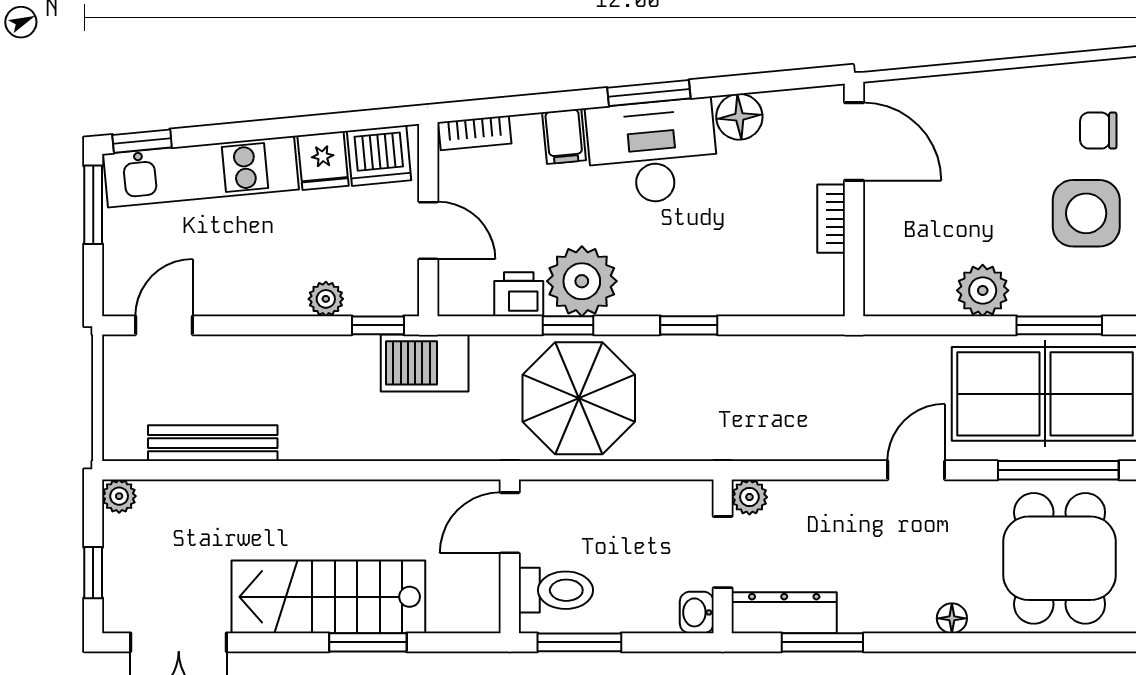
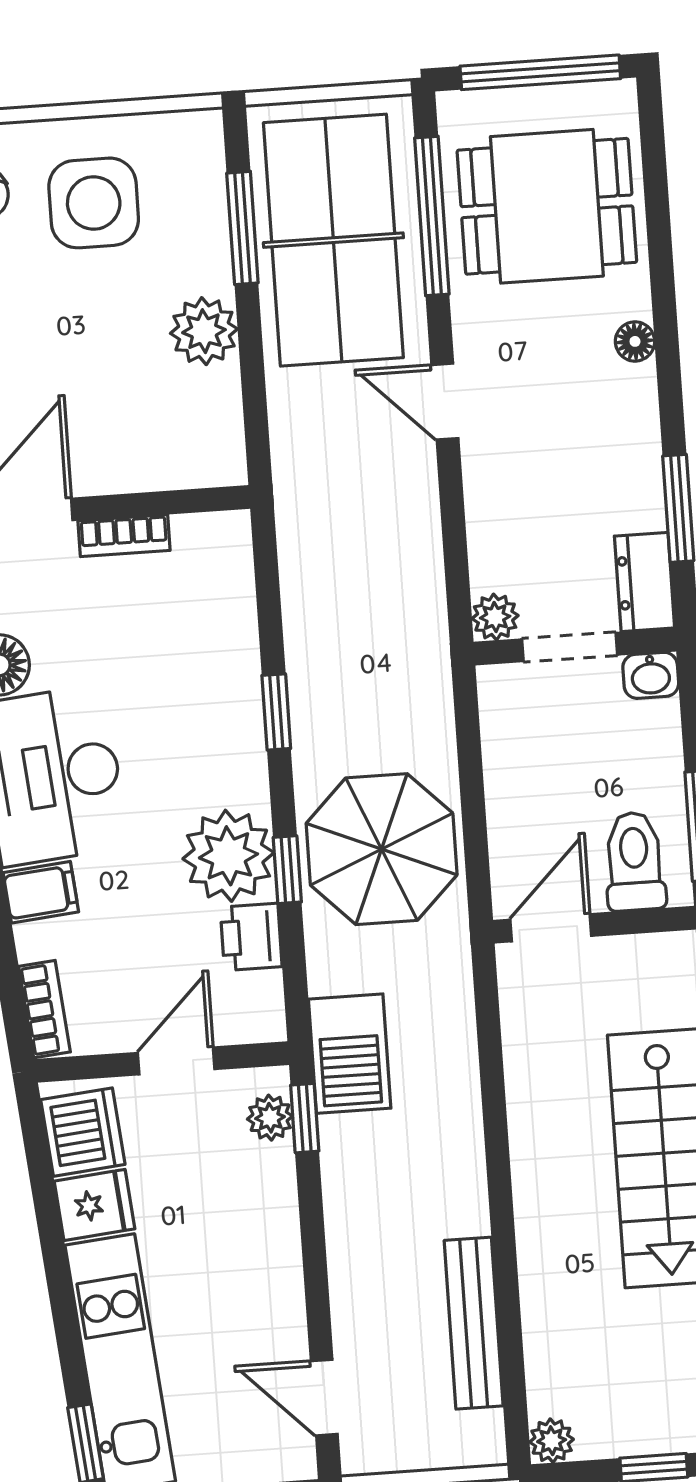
plant: (326, 299) -> (270, 1118), moved
door: (510, 523) -> (551, 928), swing flipped
dresser: (784, 613) -> (645, 582), width x0.70

